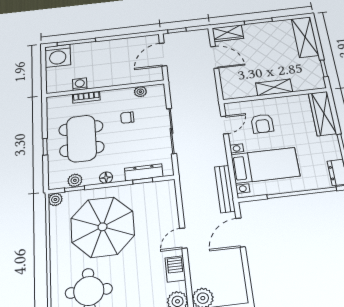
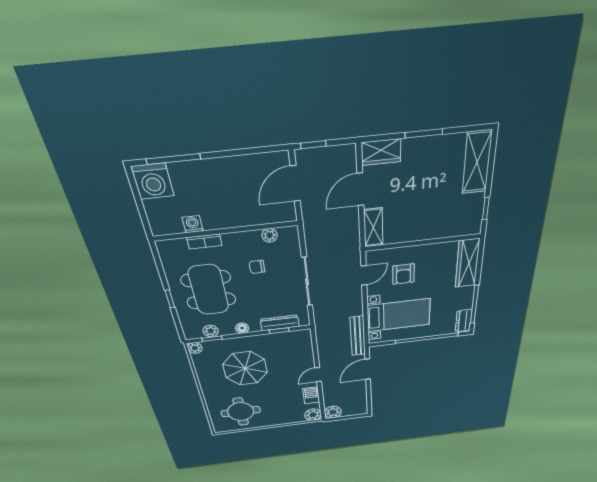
door: (215, 57) -> (360, 189), swing flipped
shelving: (274, 87) -> (373, 228), moved, turned 90
parasol: (103, 227) -> (245, 368), width x0.73, depth x0.73

